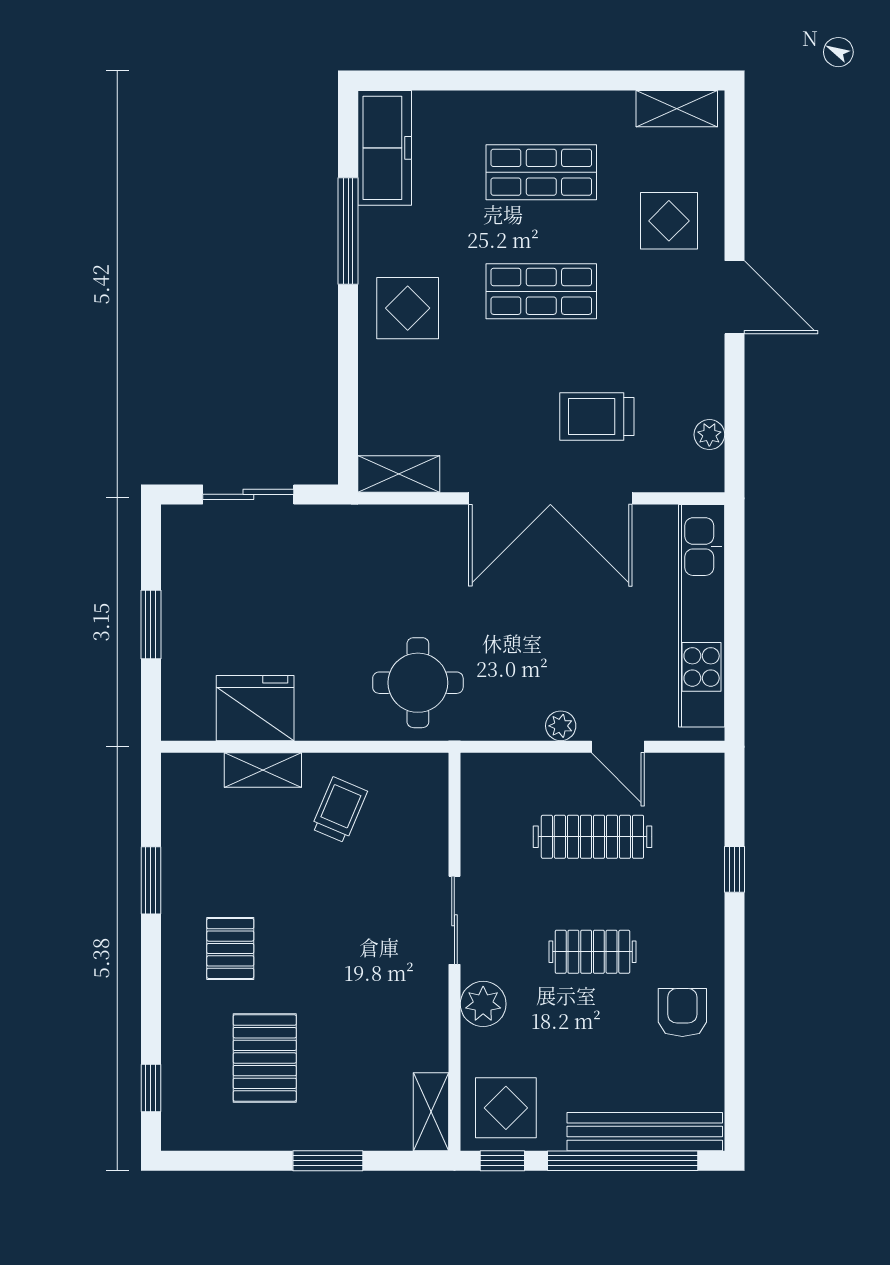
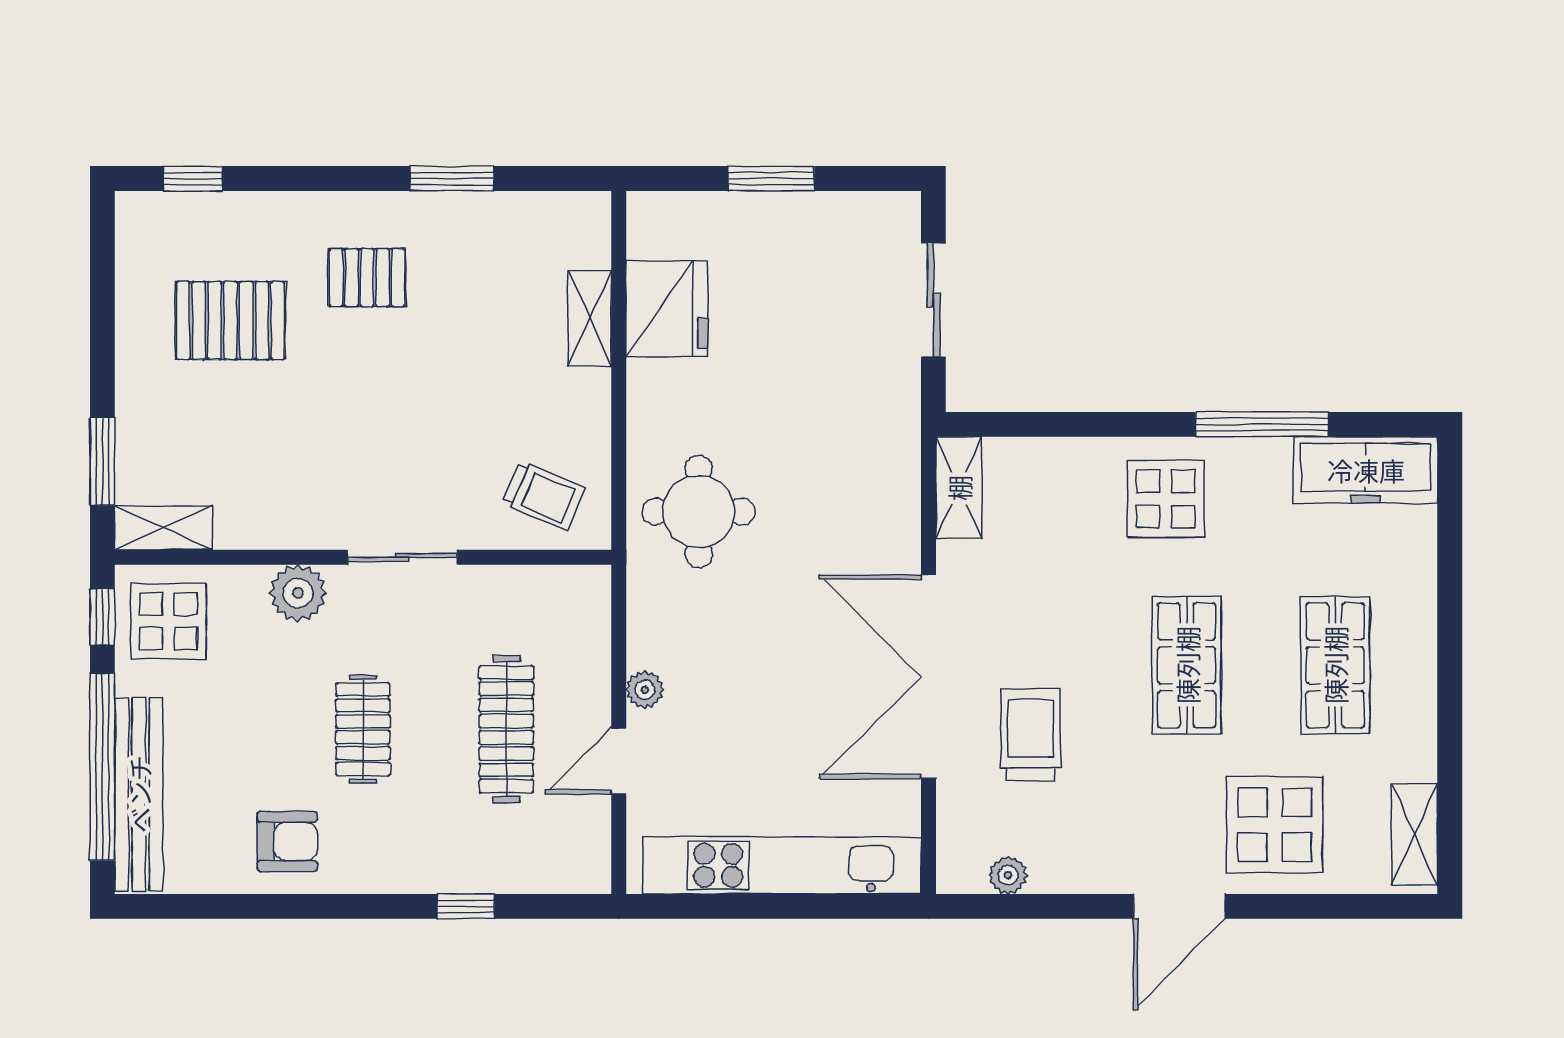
display table: (669, 221) -> (1275, 825), width x1.36, depth x1.36
trolley: (339, 810) -> (544, 496), moved
window: (328, 1161) -> (102, 461), moved

